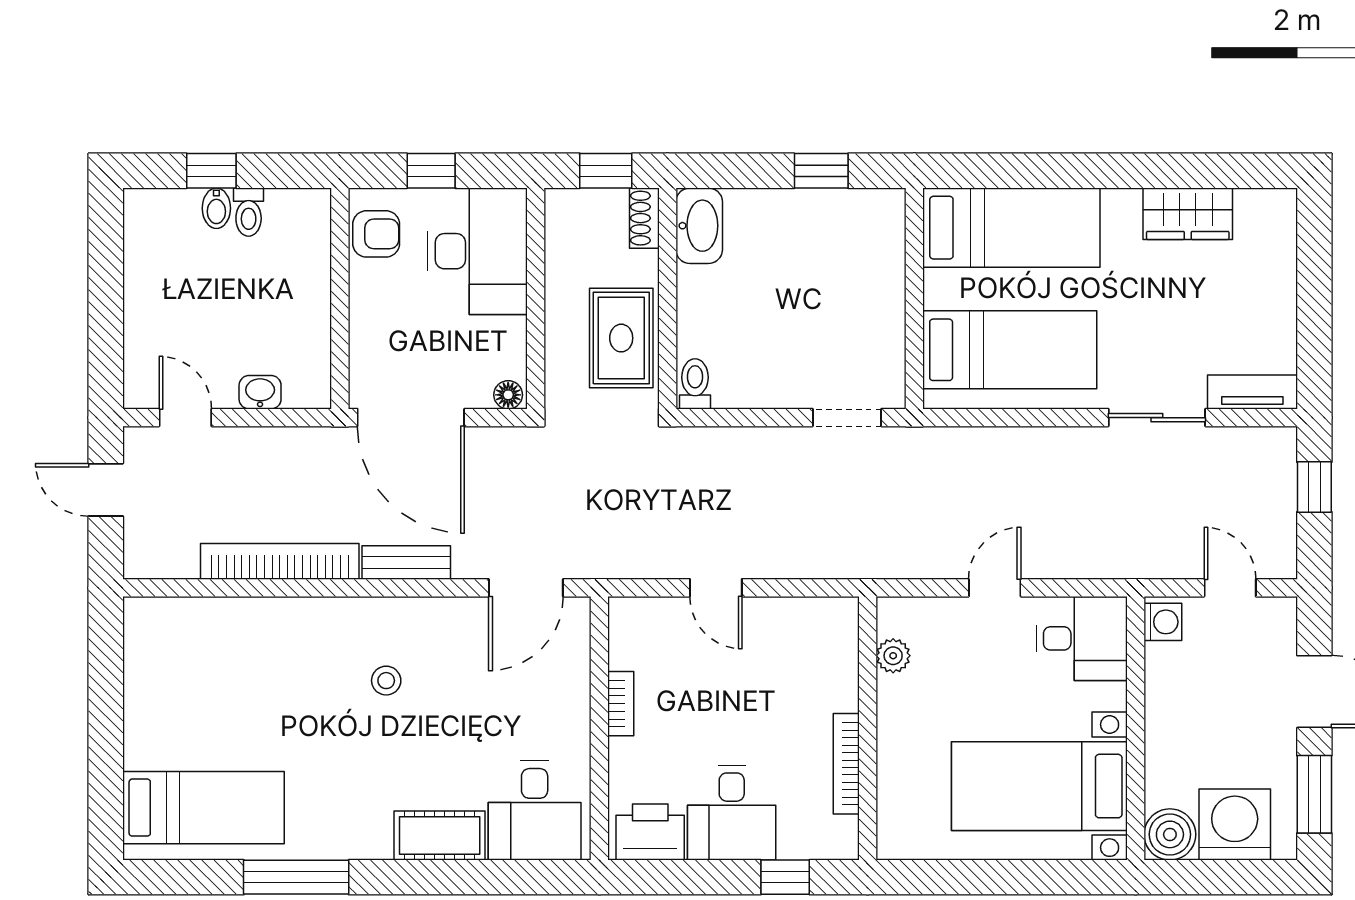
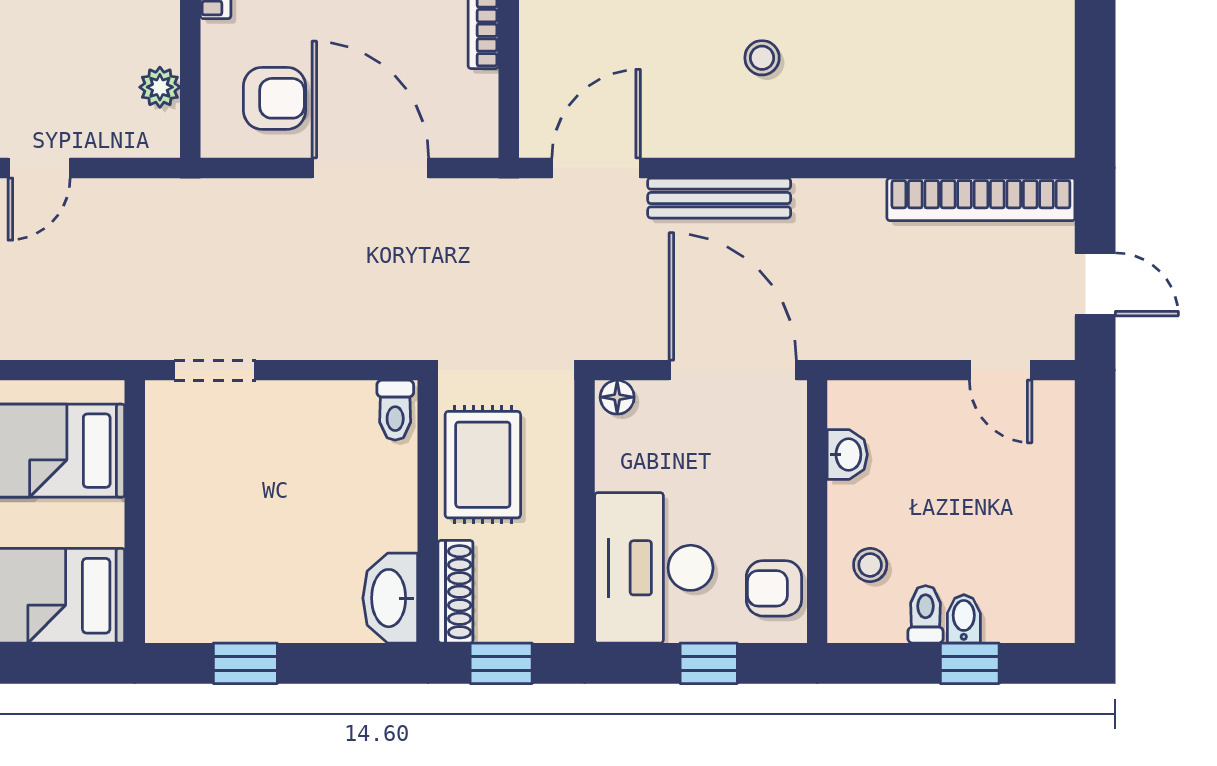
shoe rack: (644, 218) -> (455, 592), width x1.43
stool: (295, 254) -> (870, 565), added
washbasin: (260, 392) -> (847, 455), moved, turned -90
bookcase: (280, 561) -> (981, 199), moved
bench: (406, 562) -> (719, 198), width x1.36
door: (716, 588) -> (370, 168), width x1.88
armchair: (797, 646) -> (275, 98), added

